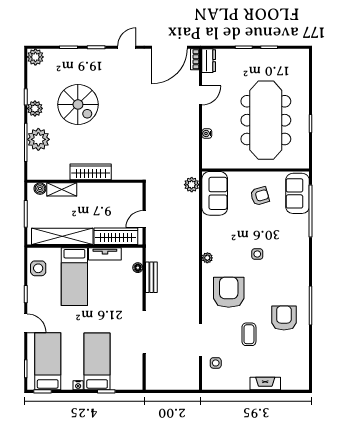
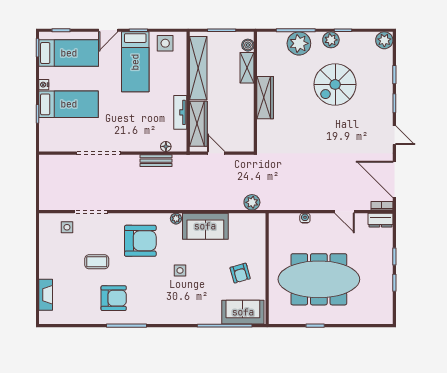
sofa: (215, 193) -> (205, 226), moved
bed: (74, 277) -> (135, 62), moved, turned -90
fireplace: (265, 384) -> (46, 295), moved

